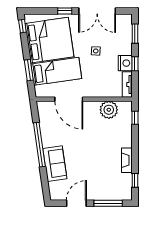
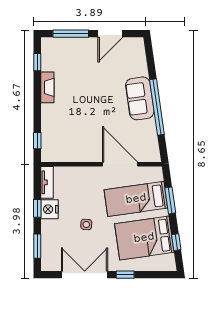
window: (22, 26) -> (176, 242), moved
bed: (49, 40) -> (144, 238), width x0.73
plant: (109, 110) -> (70, 151), removed
sofa: (55, 164) -> (140, 98), moved

